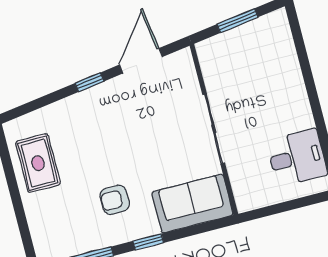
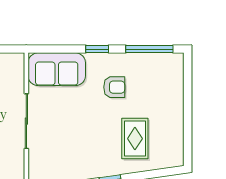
rug: (38, 163) -> (135, 139), moved

